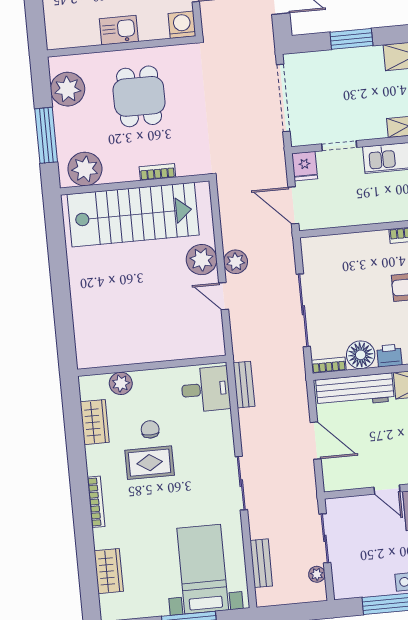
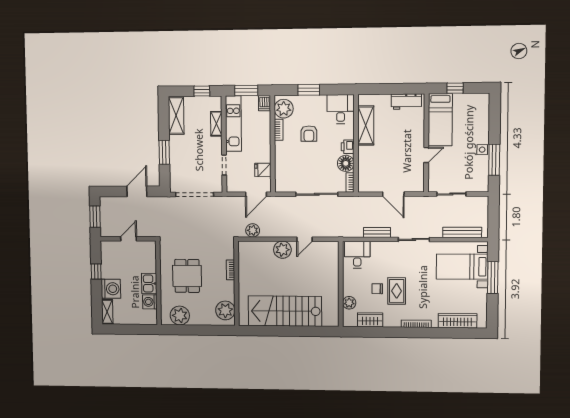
washing machine: (182, 25) -> (150, 302), moved
dining table: (139, 96) -> (187, 276), turned 90
window: (46, 135) -> (205, 330), removed
fridge: (305, 166) -> (263, 170), moved, turned 180
stairs: (133, 215) -> (285, 311), moved, turned -90
plant: (236, 262) -> (253, 230), moved
bench: (244, 385) -> (377, 232), moved
workbench: (355, 390) -> (366, 169), removed
door: (316, 441) -> (393, 194), swing flipped
bench: (261, 563) -> (462, 232), width x1.36
wardrobe: (109, 571) -> (457, 321), width x1.50
plant: (317, 574) -> (472, 201), removed

